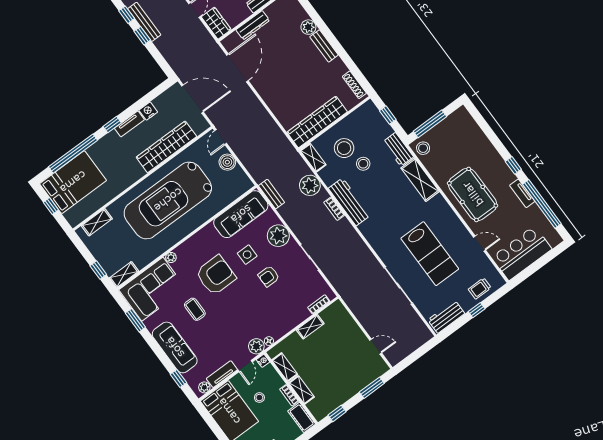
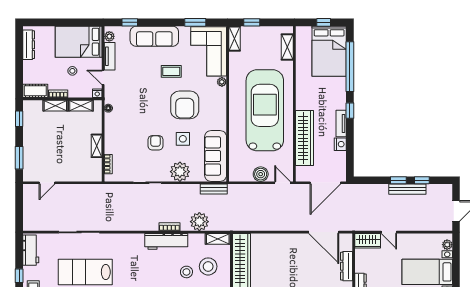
plant: (256, 346) -> (111, 96), removed

